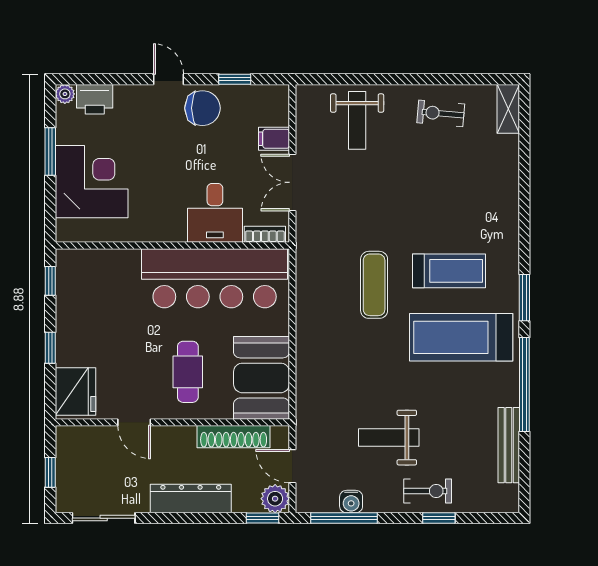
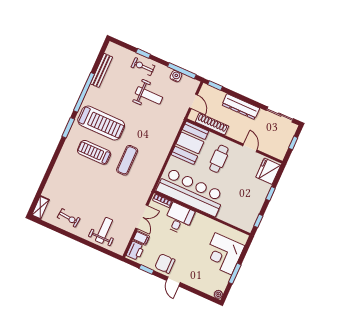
printer: (95, 99) -> (135, 251), moved, turned 90
plant: (275, 499) -> (206, 91), removed

